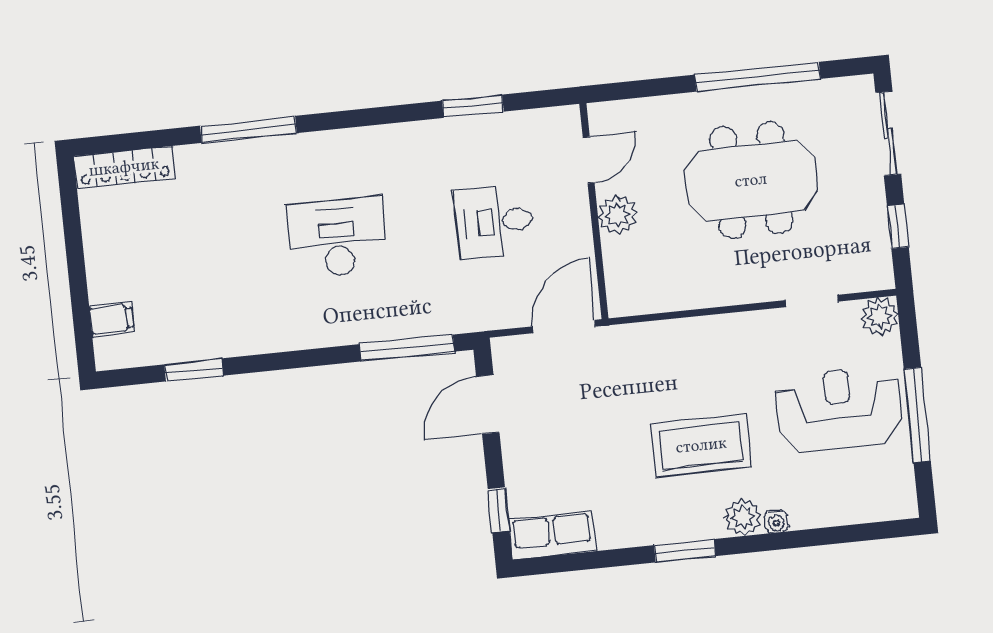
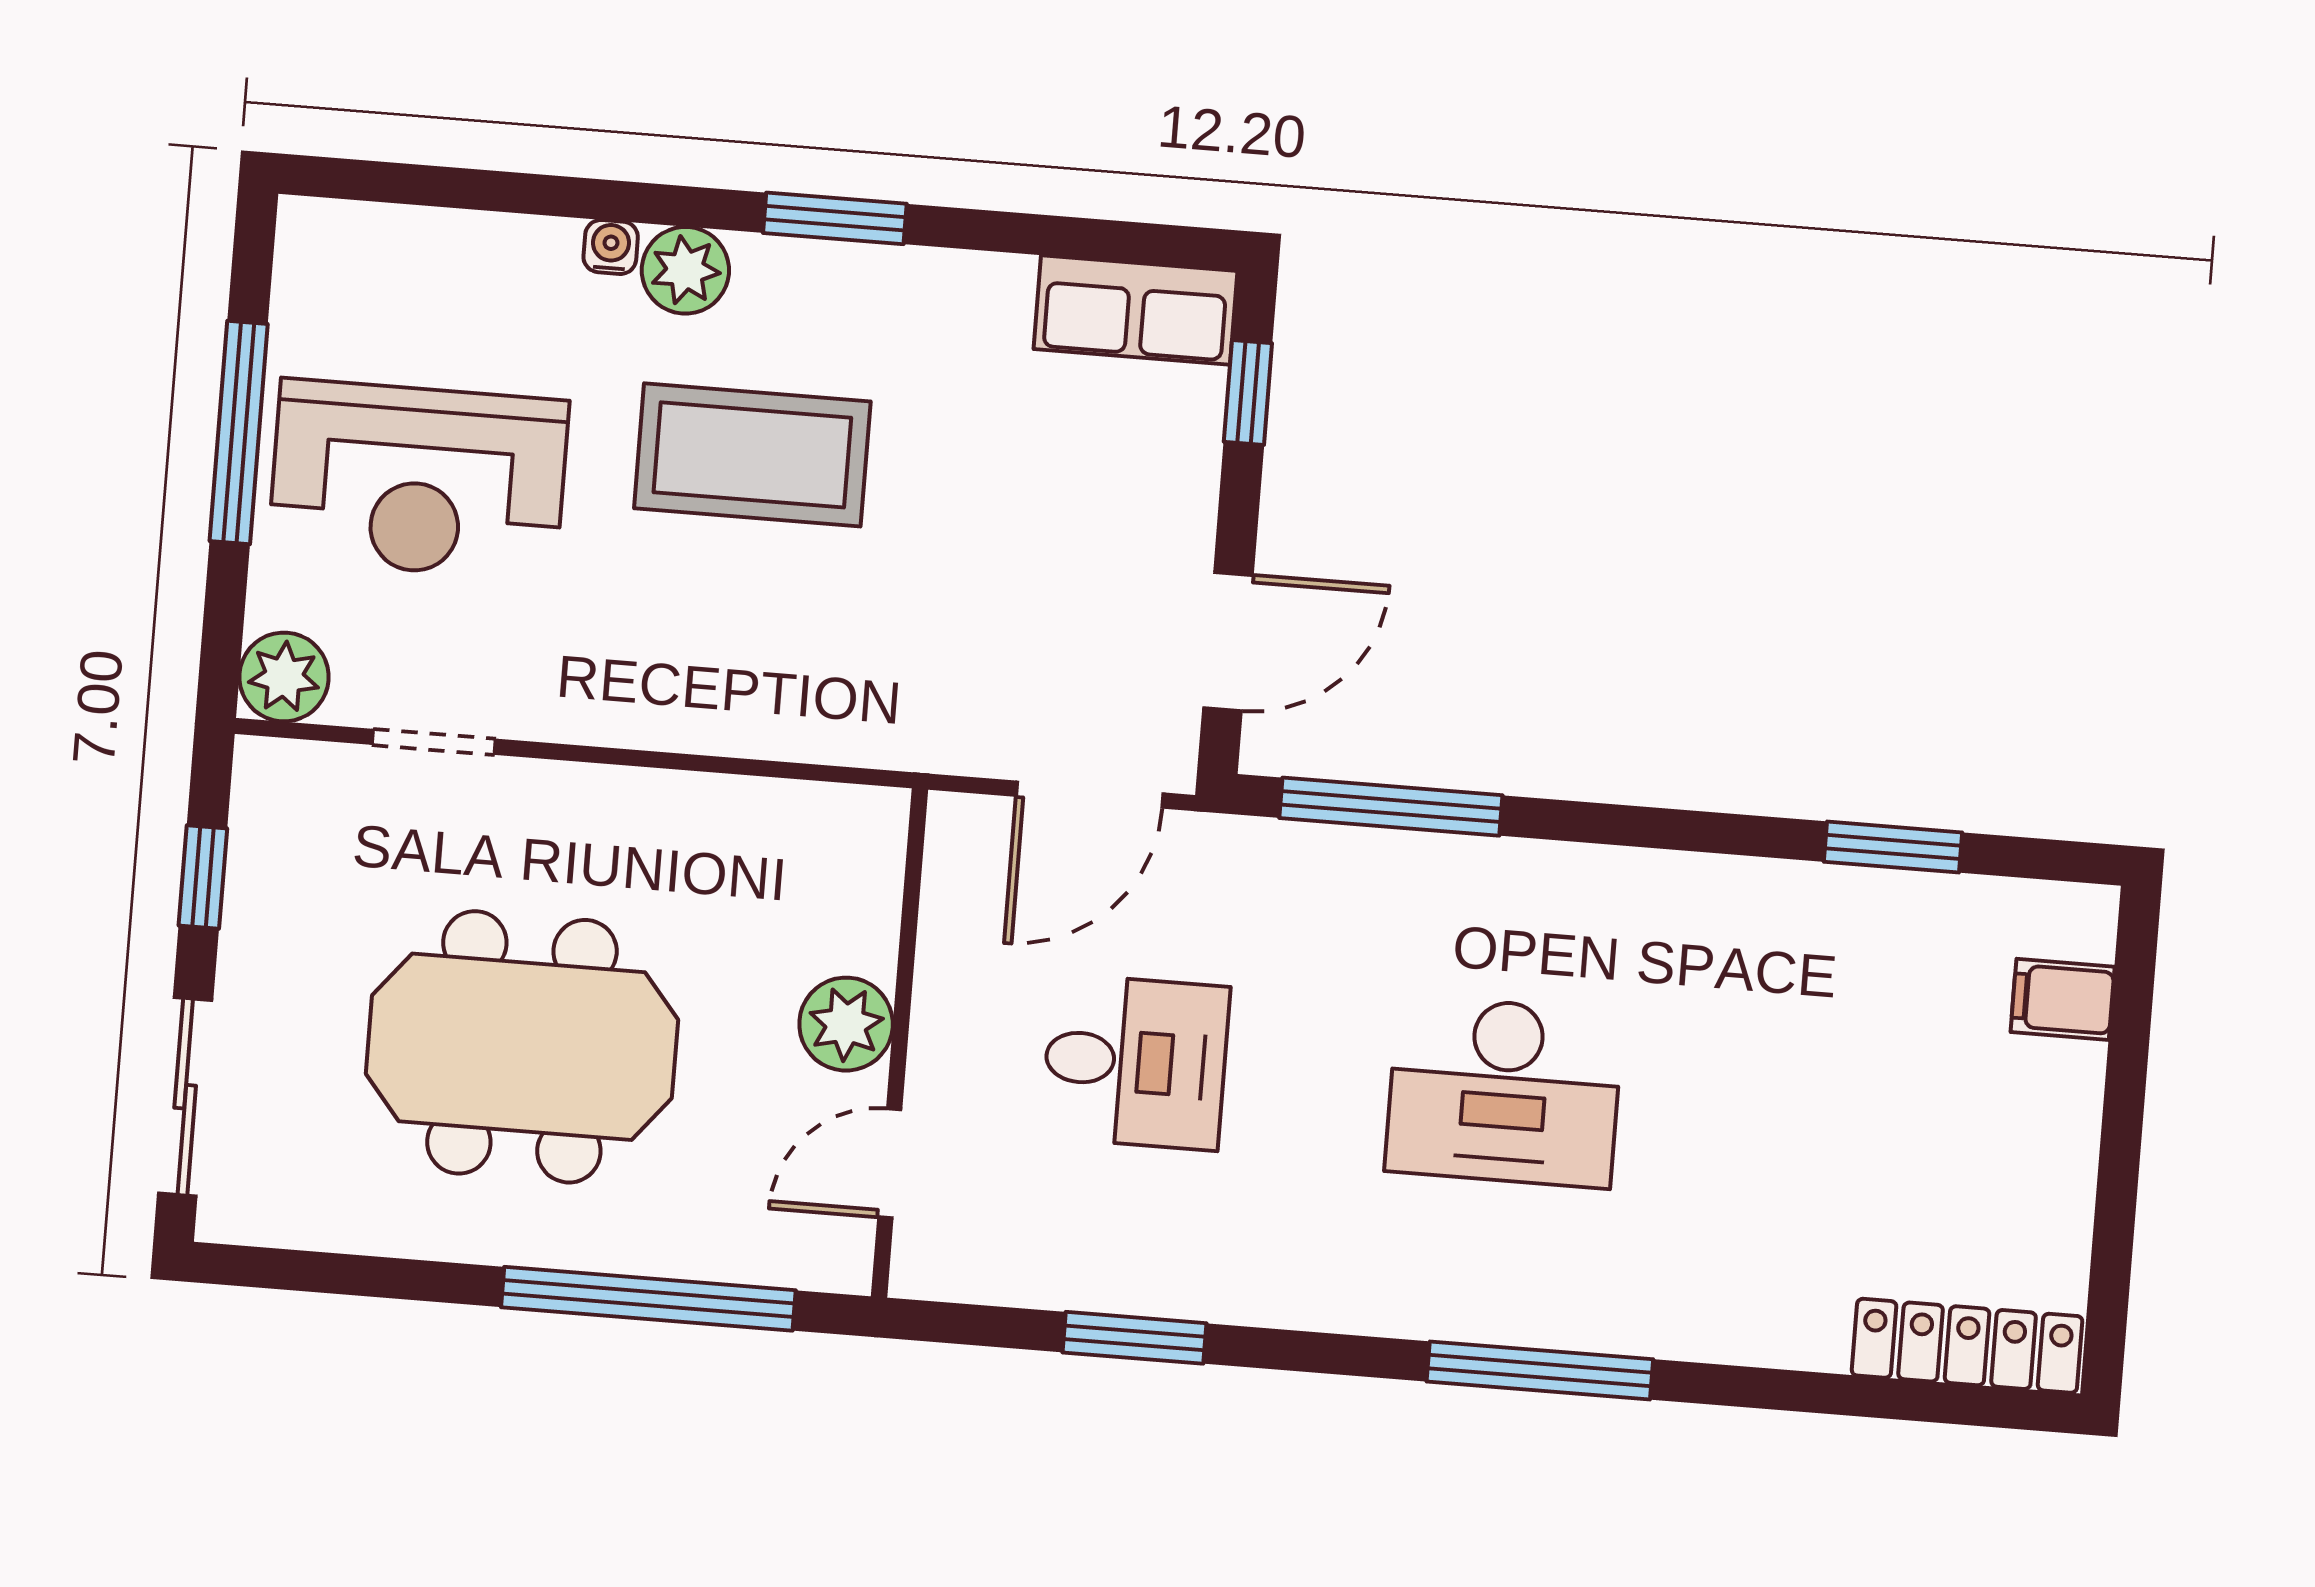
window: (758, 77) -> (648, 1299), moved
window: (248, 129) -> (1540, 1370), moved
door: (564, 327) -> (1090, 795), moved

